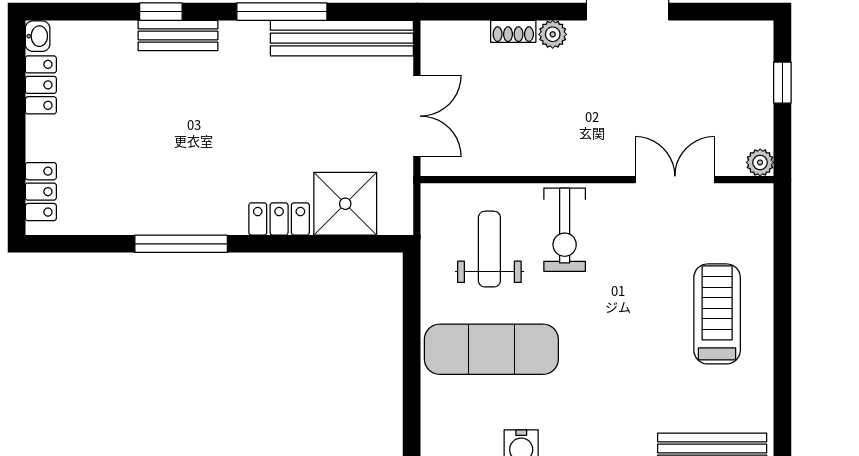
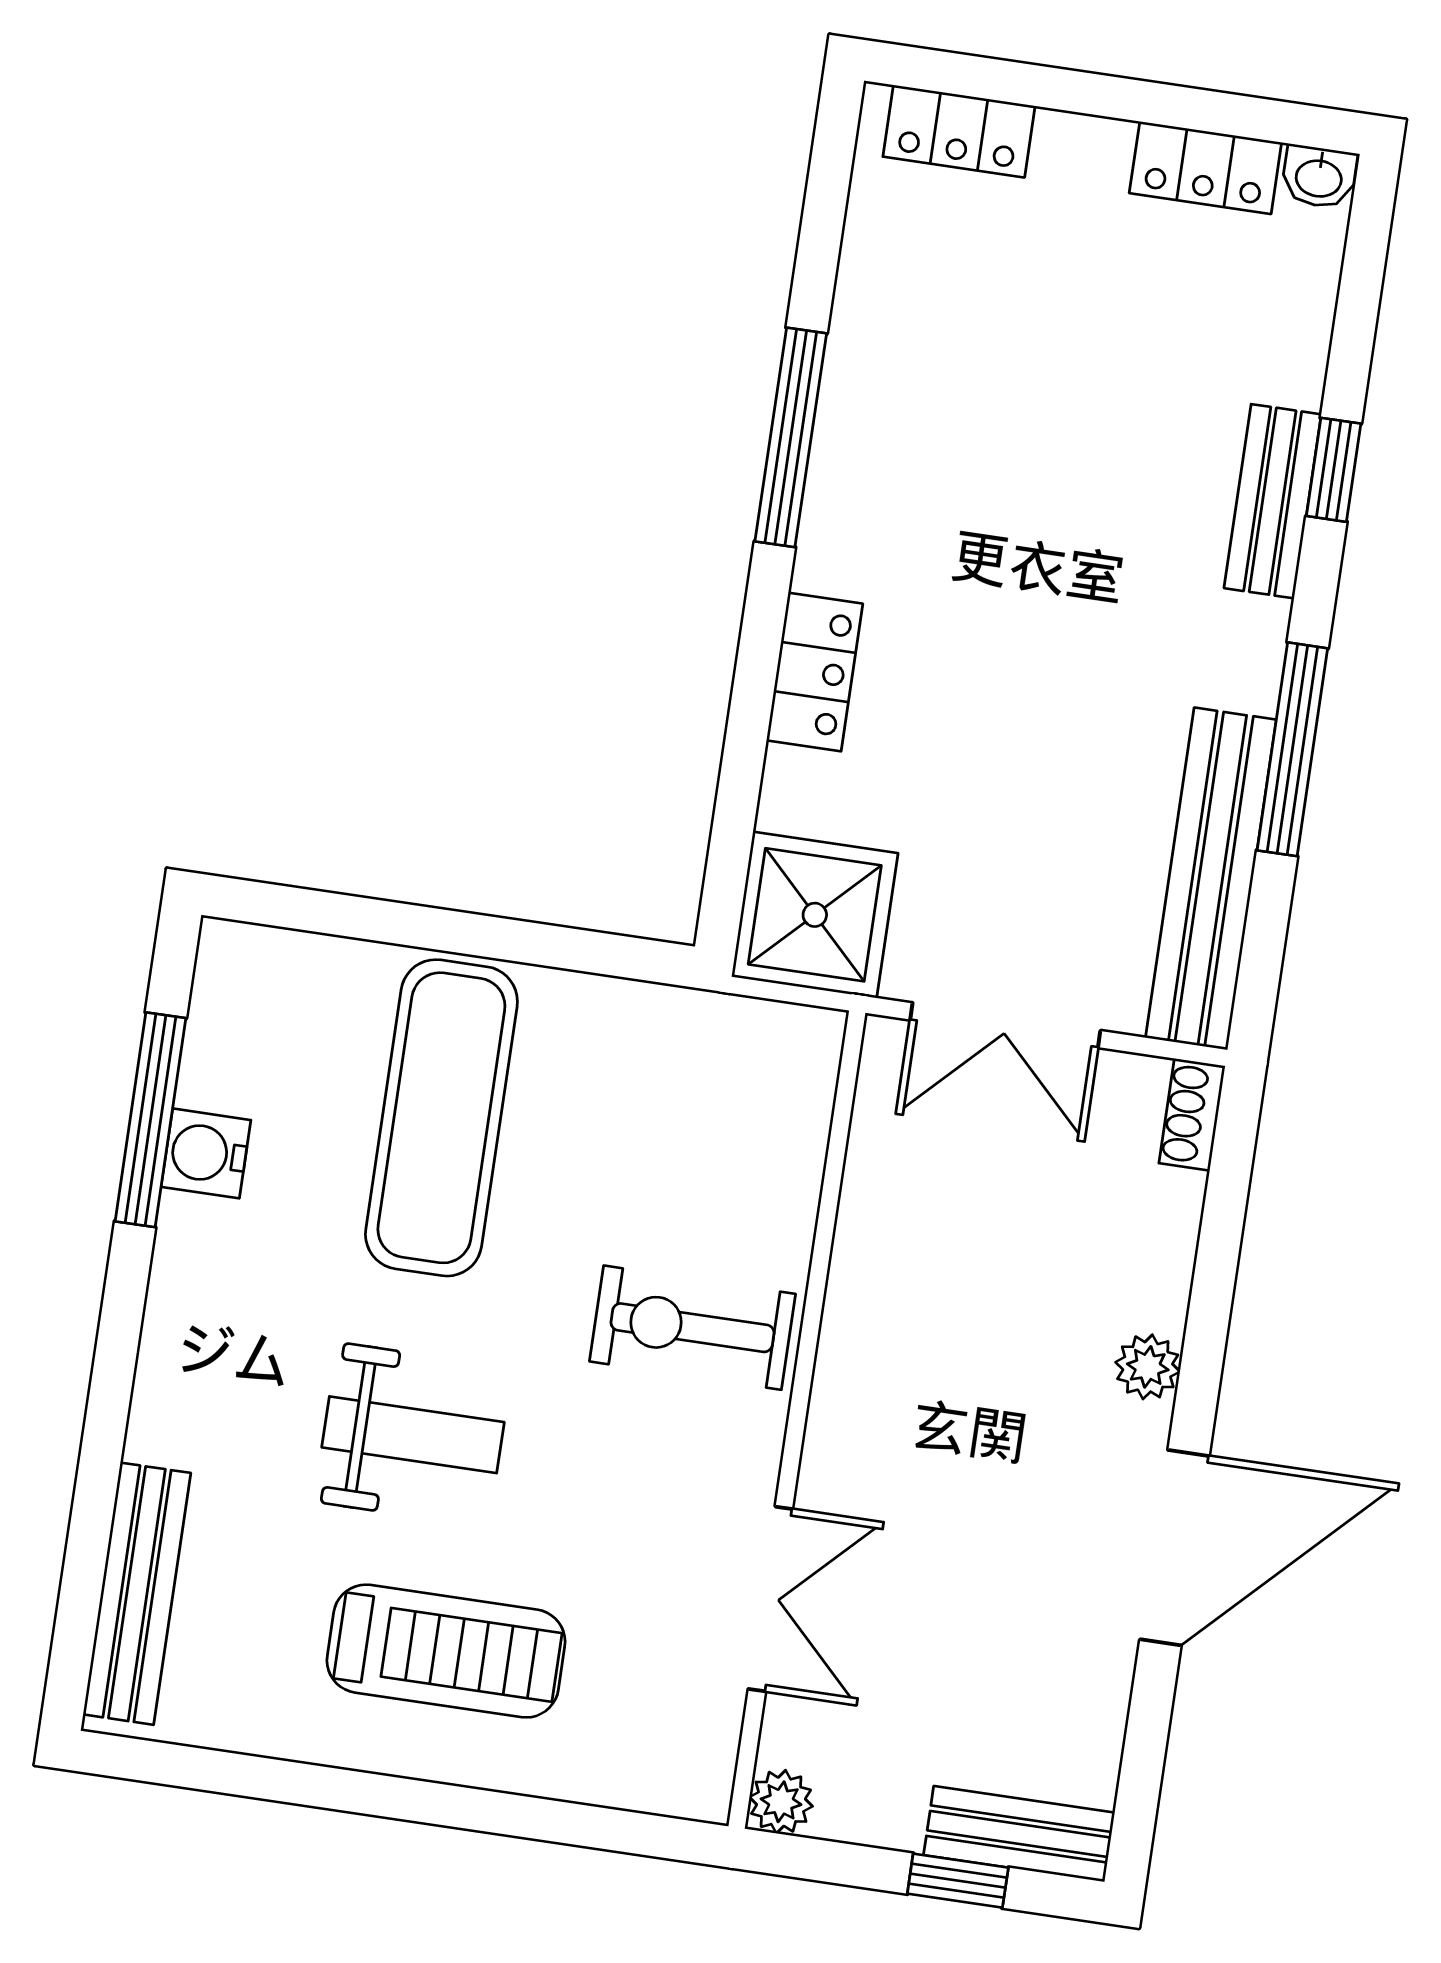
shoe rack: (513, 31) -> (1192, 1115), moved
bench: (759, 60) -> (1019, 1834), added
shower: (345, 204) -> (815, 915), moved
weight bench: (489, 249) -> (413, 1435), moved

